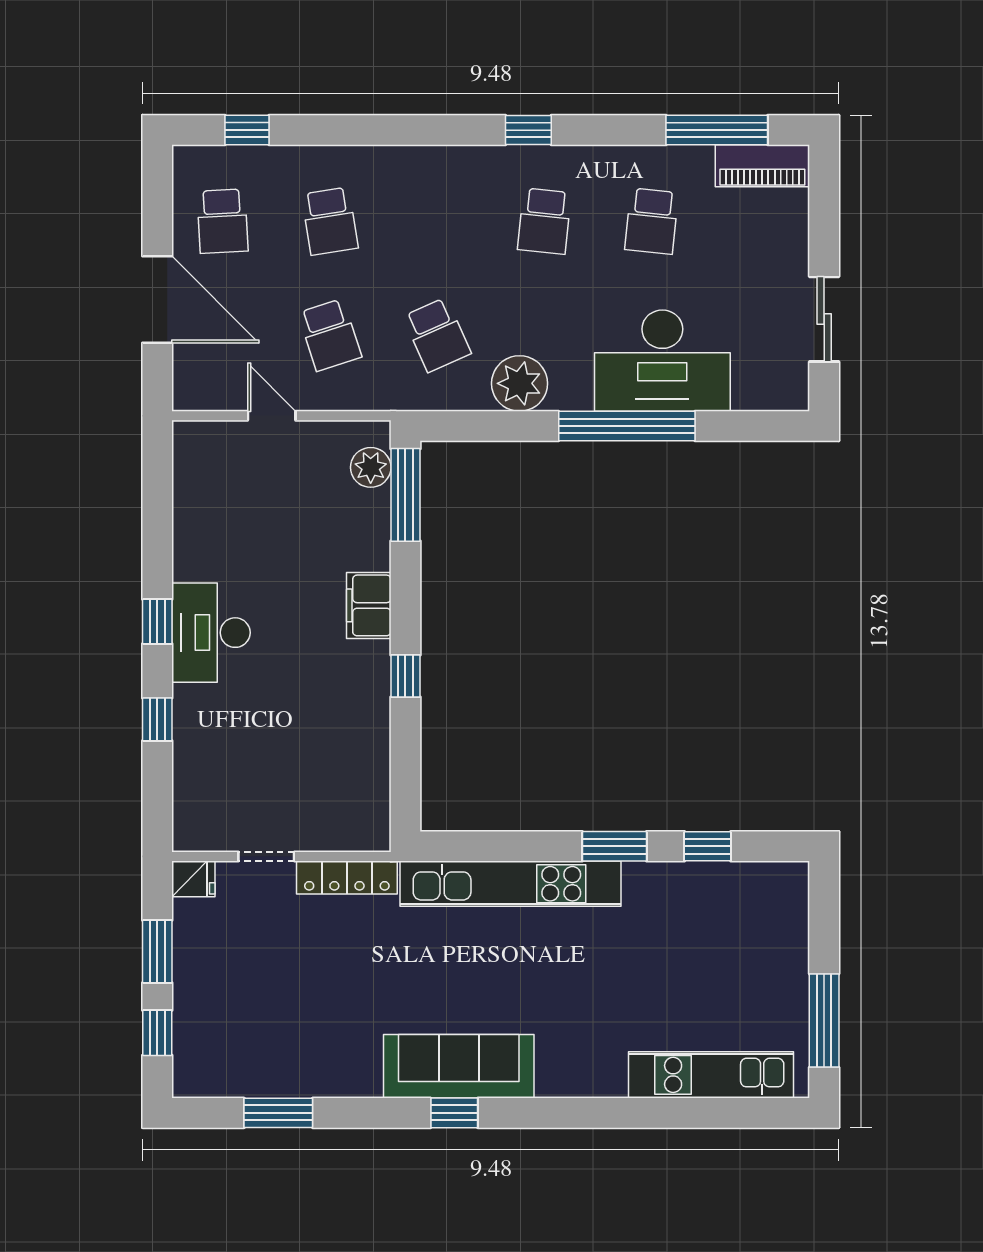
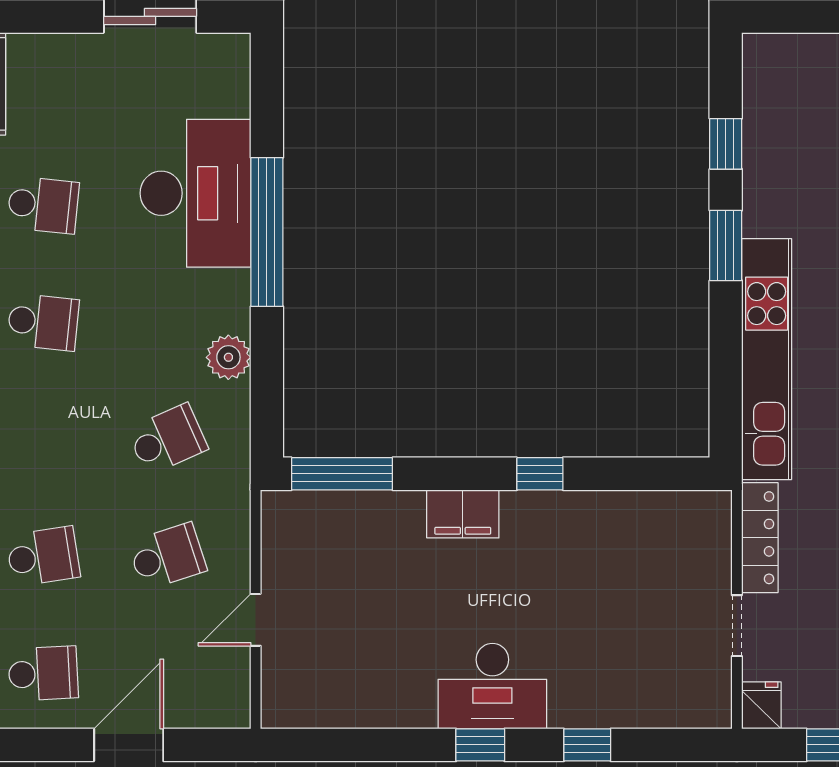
door: (157, 300) -> (129, 745), width x0.73
plant: (520, 383) -> (228, 357), width x0.73, depth x0.73
plant: (371, 467) -> (312, 512), removed

